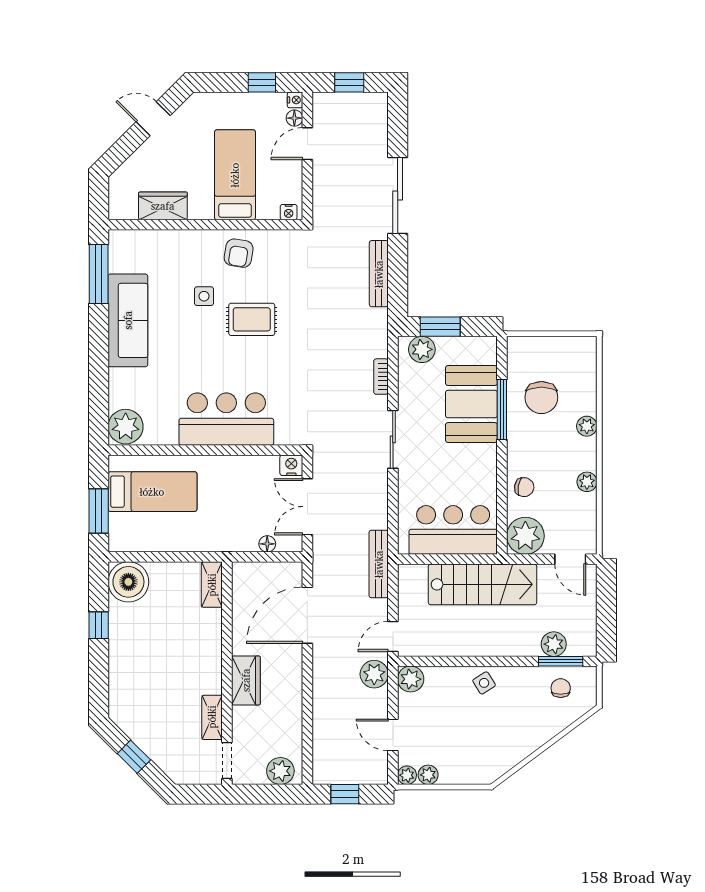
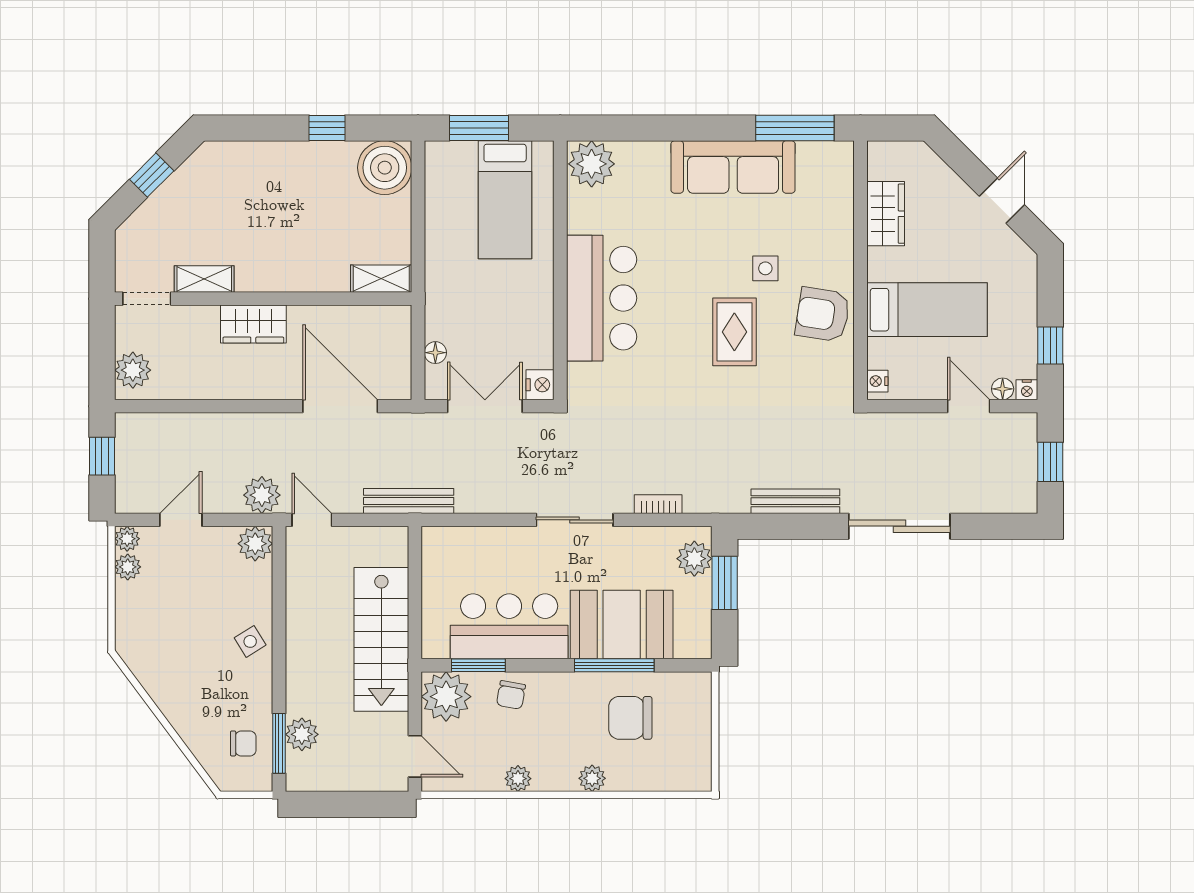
armchair: (239, 253) -> (823, 314), width x1.38, depth x1.38
window: (502, 512) -> (478, 665), added
bar counter: (453, 530) -> (509, 626), moved, turned -90
door: (570, 559) -> (415, 756), swing flipped

